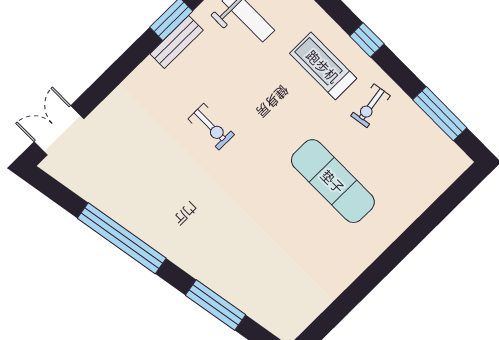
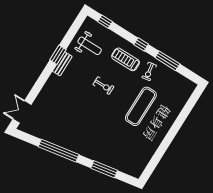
window: (440, 114) -> (167, 61), moved
exercise bike: (211, 127) -> (103, 86), moved
exercise mat: (333, 181) -> (141, 106), turned 90

